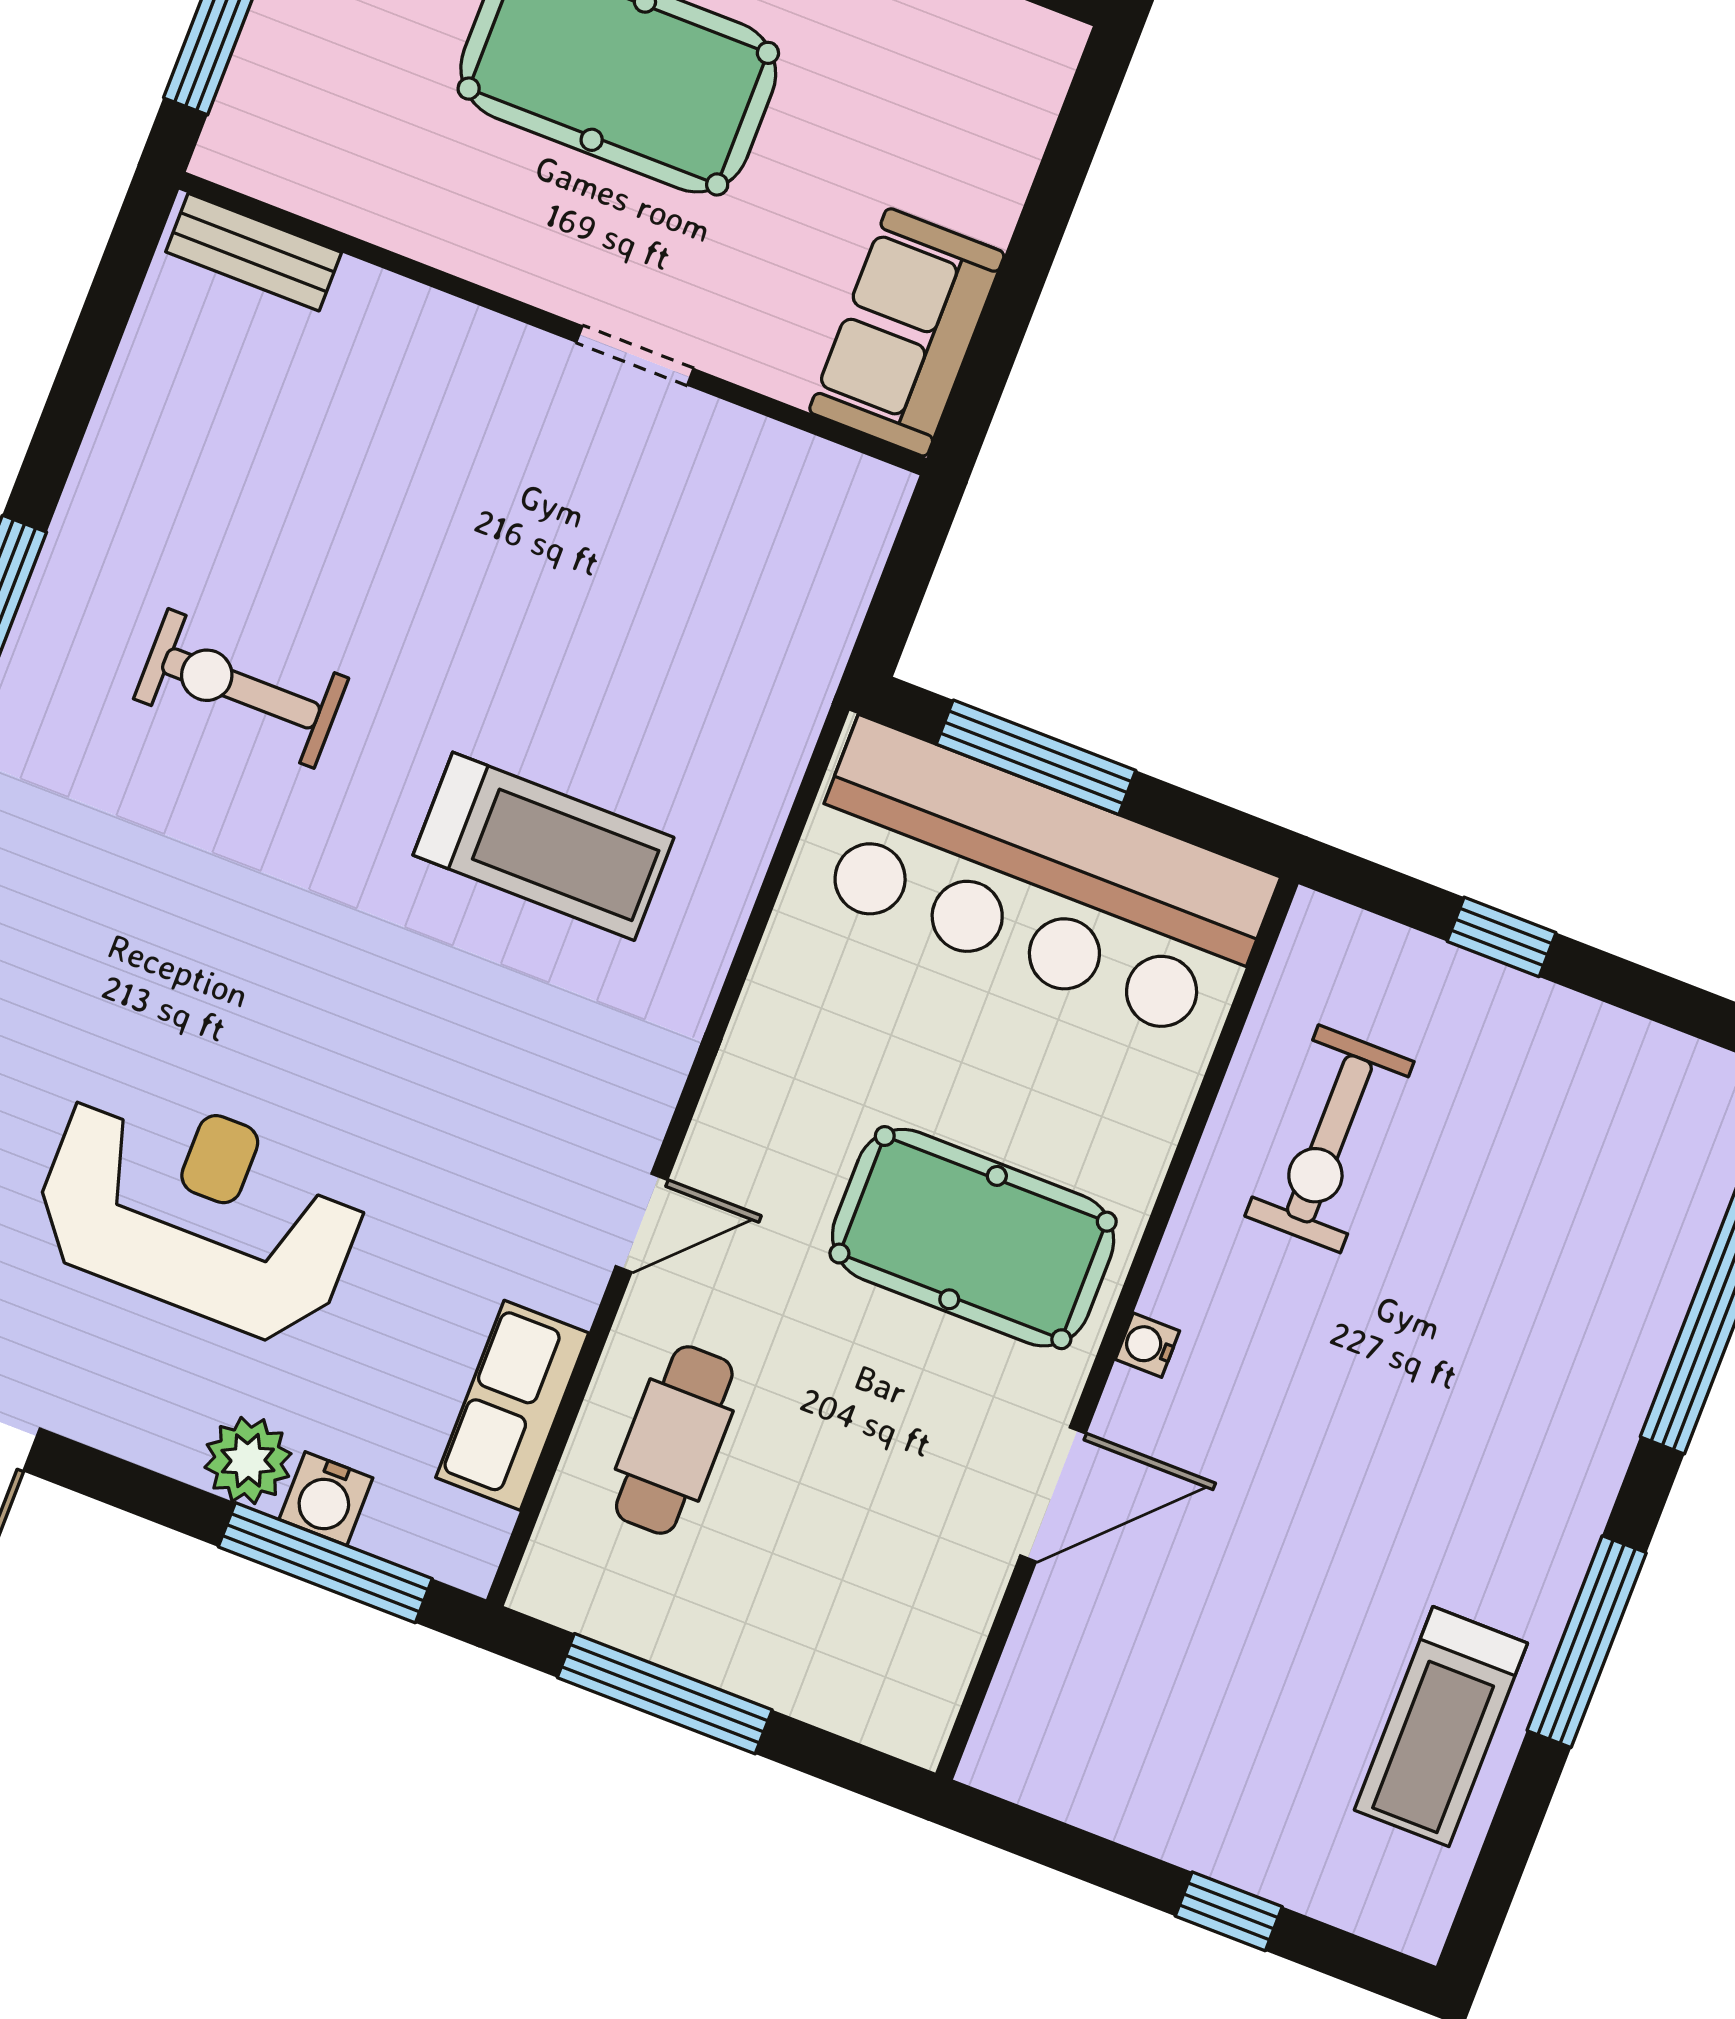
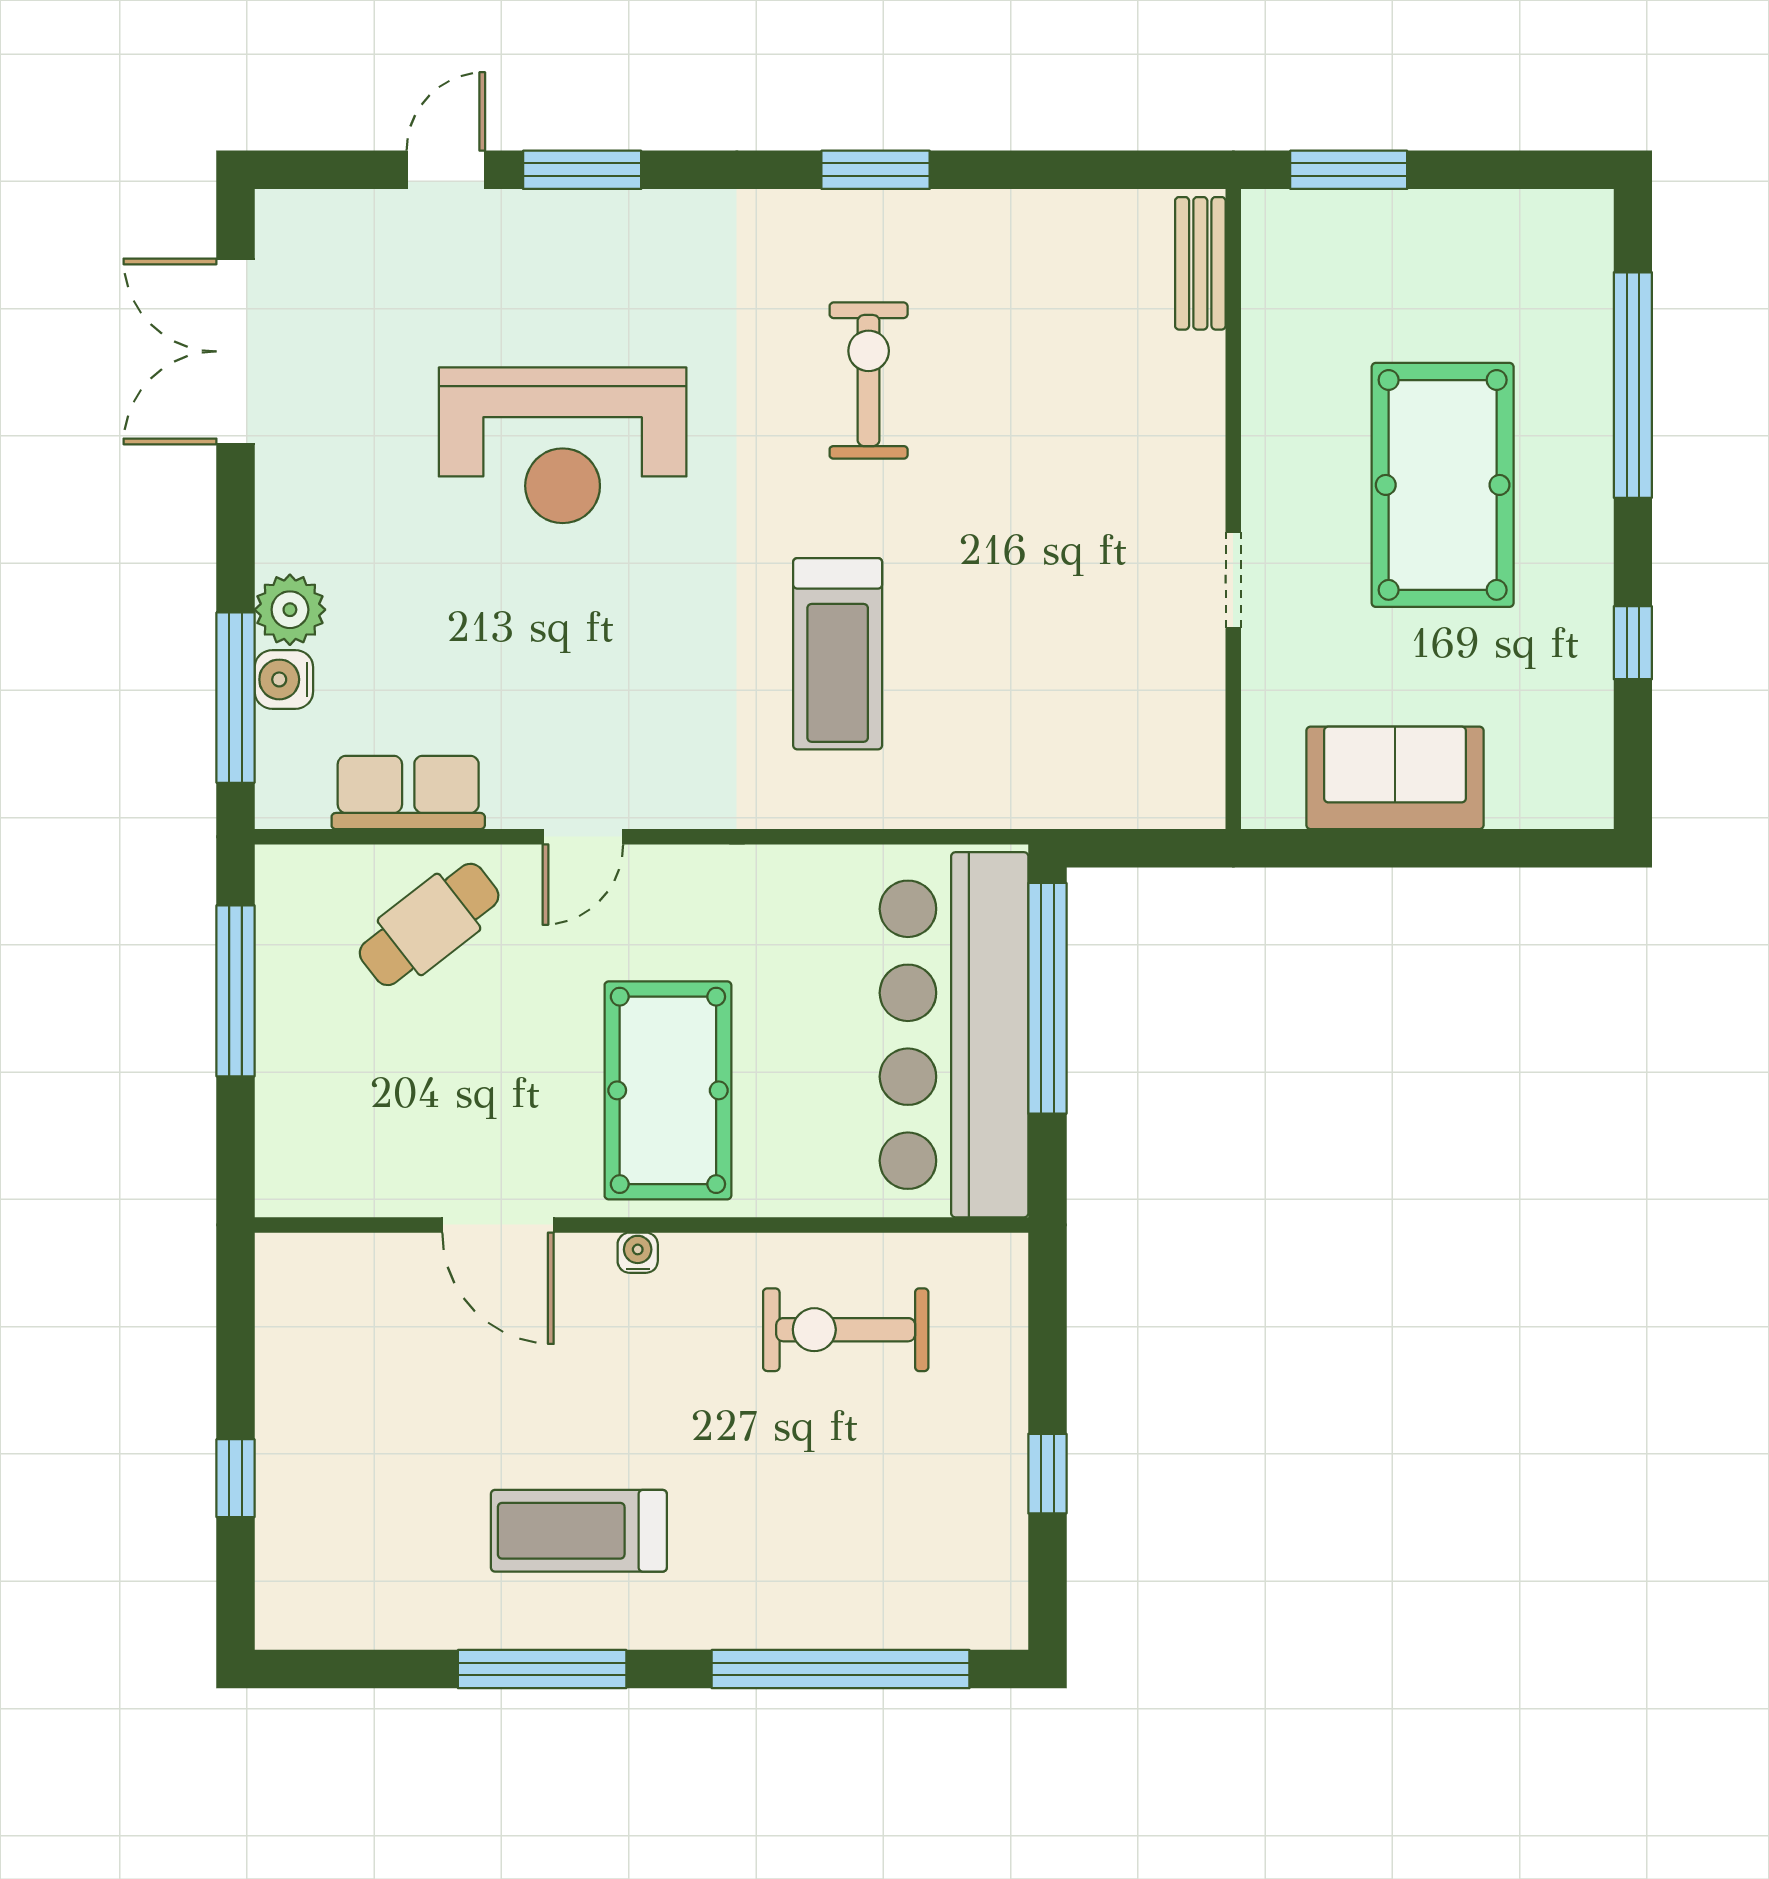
sofa: (907, 332) -> (1395, 778), moved
window: (1036, 757) -> (1047, 998), width x1.46
window: (1502, 937) -> (1047, 1474), moved
reception desk: (200, 1211) -> (563, 445), moved, turned 90
door: (641, 1223) -> (583, 837), hinge flipped
cafe table: (674, 1440) -> (429, 924), turned -38
treadmill: (1441, 1727) -> (579, 1531), moved

